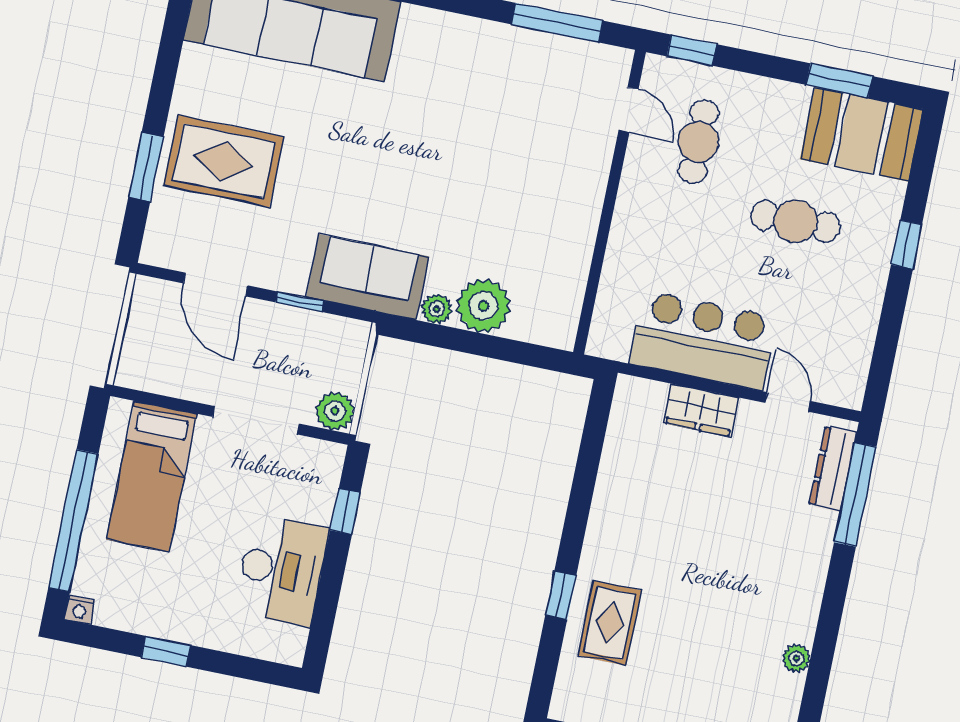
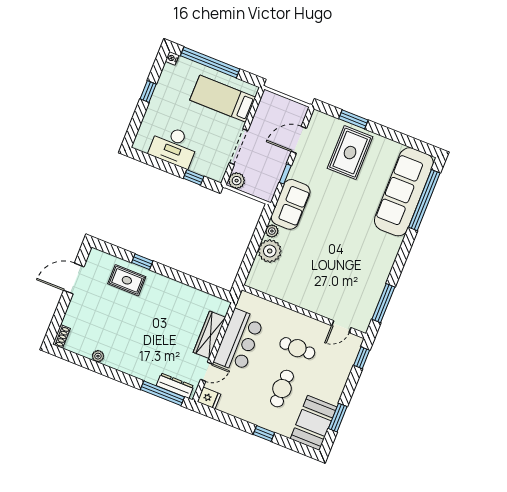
cafe table: (699, 142) -> (297, 348), moved
fridge: (847, 385) -> (209, 398), added
wardrobe: (701, 410) -> (209, 335), width x1.50

